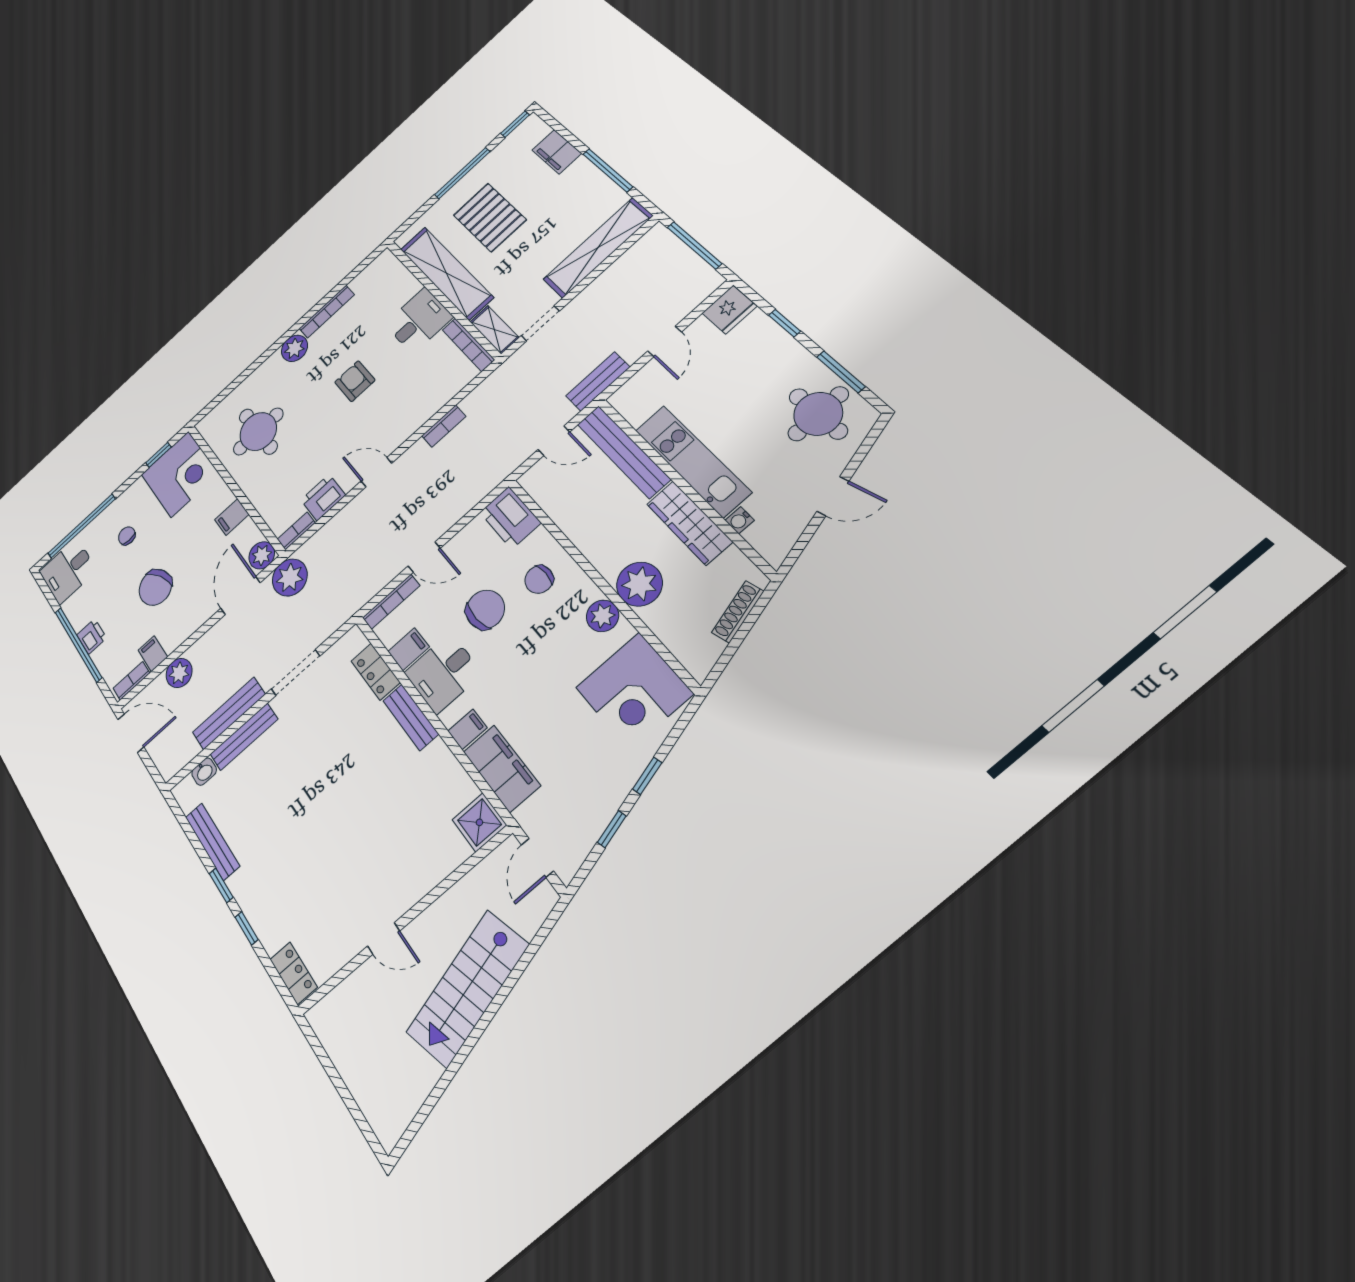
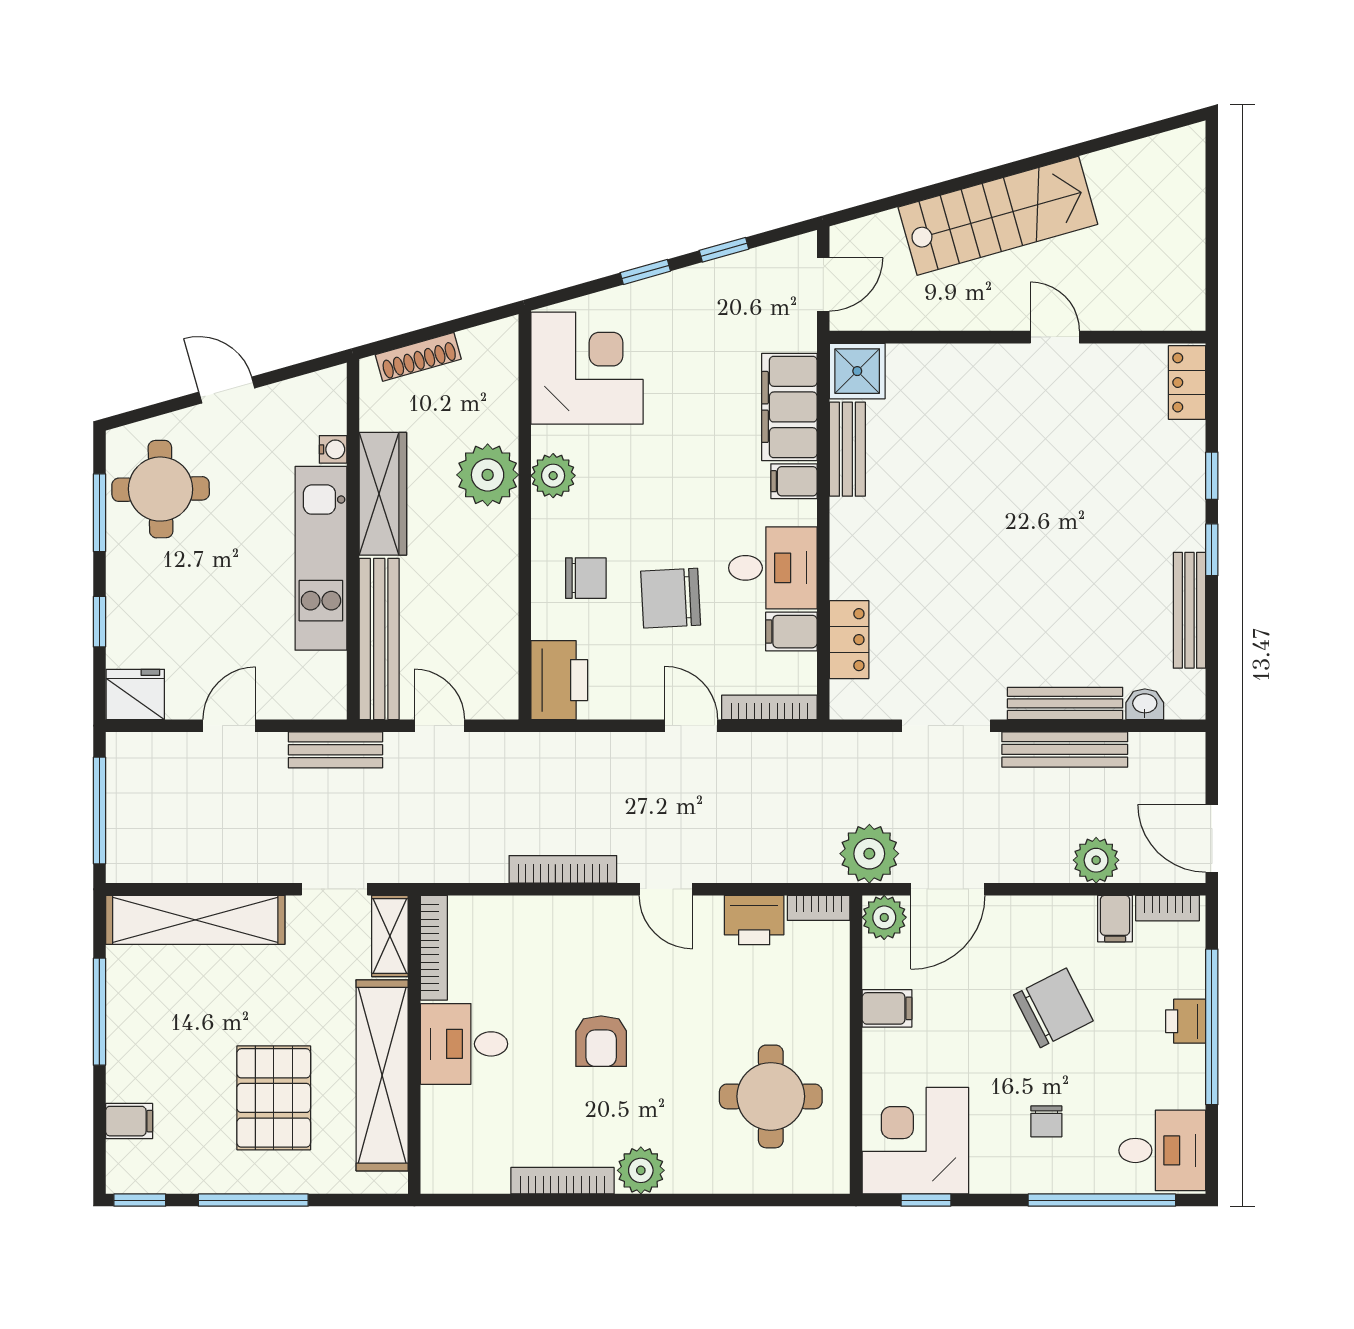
filing cabinet: (557, 152) -> (129, 1121), width x0.50
bookcase: (444, 426) -> (563, 869), width x1.56
bench: (411, 717) -> (847, 449), moved

